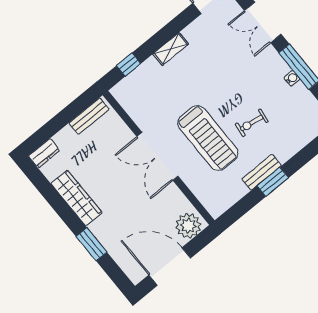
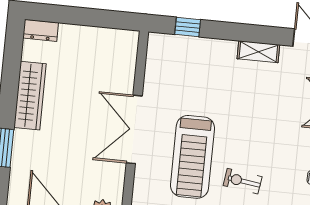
shelving: (171, 49) -> (258, 52), moved
bench: (89, 116) -> (110, 37), removed

